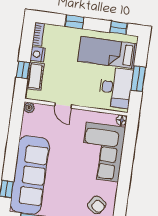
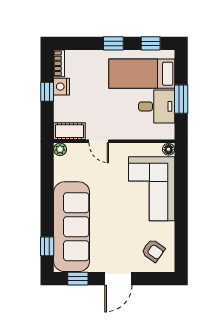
window: (75, 22) -> (113, 43), moved
window: (23, 70) -> (47, 92), moved
cot: (35, 76) -> (69, 131), moved, turned 90
desk: (116, 88) -> (157, 106), width x0.73

